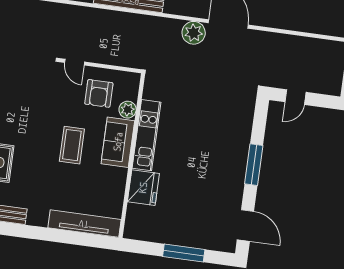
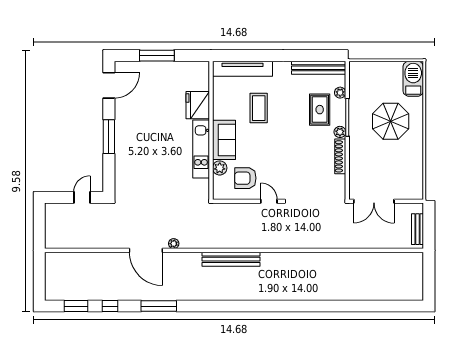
plant: (194, 33) -> (174, 244), width x0.53, depth x0.53
armchair: (99, 93) -> (245, 178), turned -90
coffee table: (72, 145) -> (259, 108), moved
door: (245, 225) -> (109, 85), swing flipped

